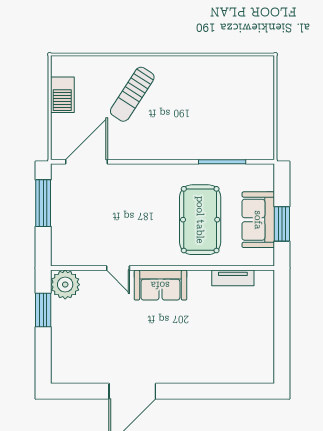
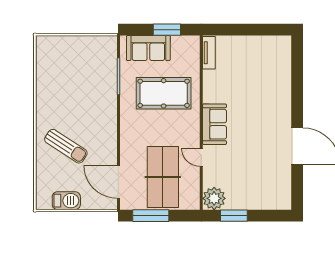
table tennis table: (93, 219) -> (163, 177), added
sofa: (258, 220) -> (148, 48), moved
door: (118, 268) -> (201, 157), swing flipped
tv unit: (233, 278) -> (209, 53), moved

